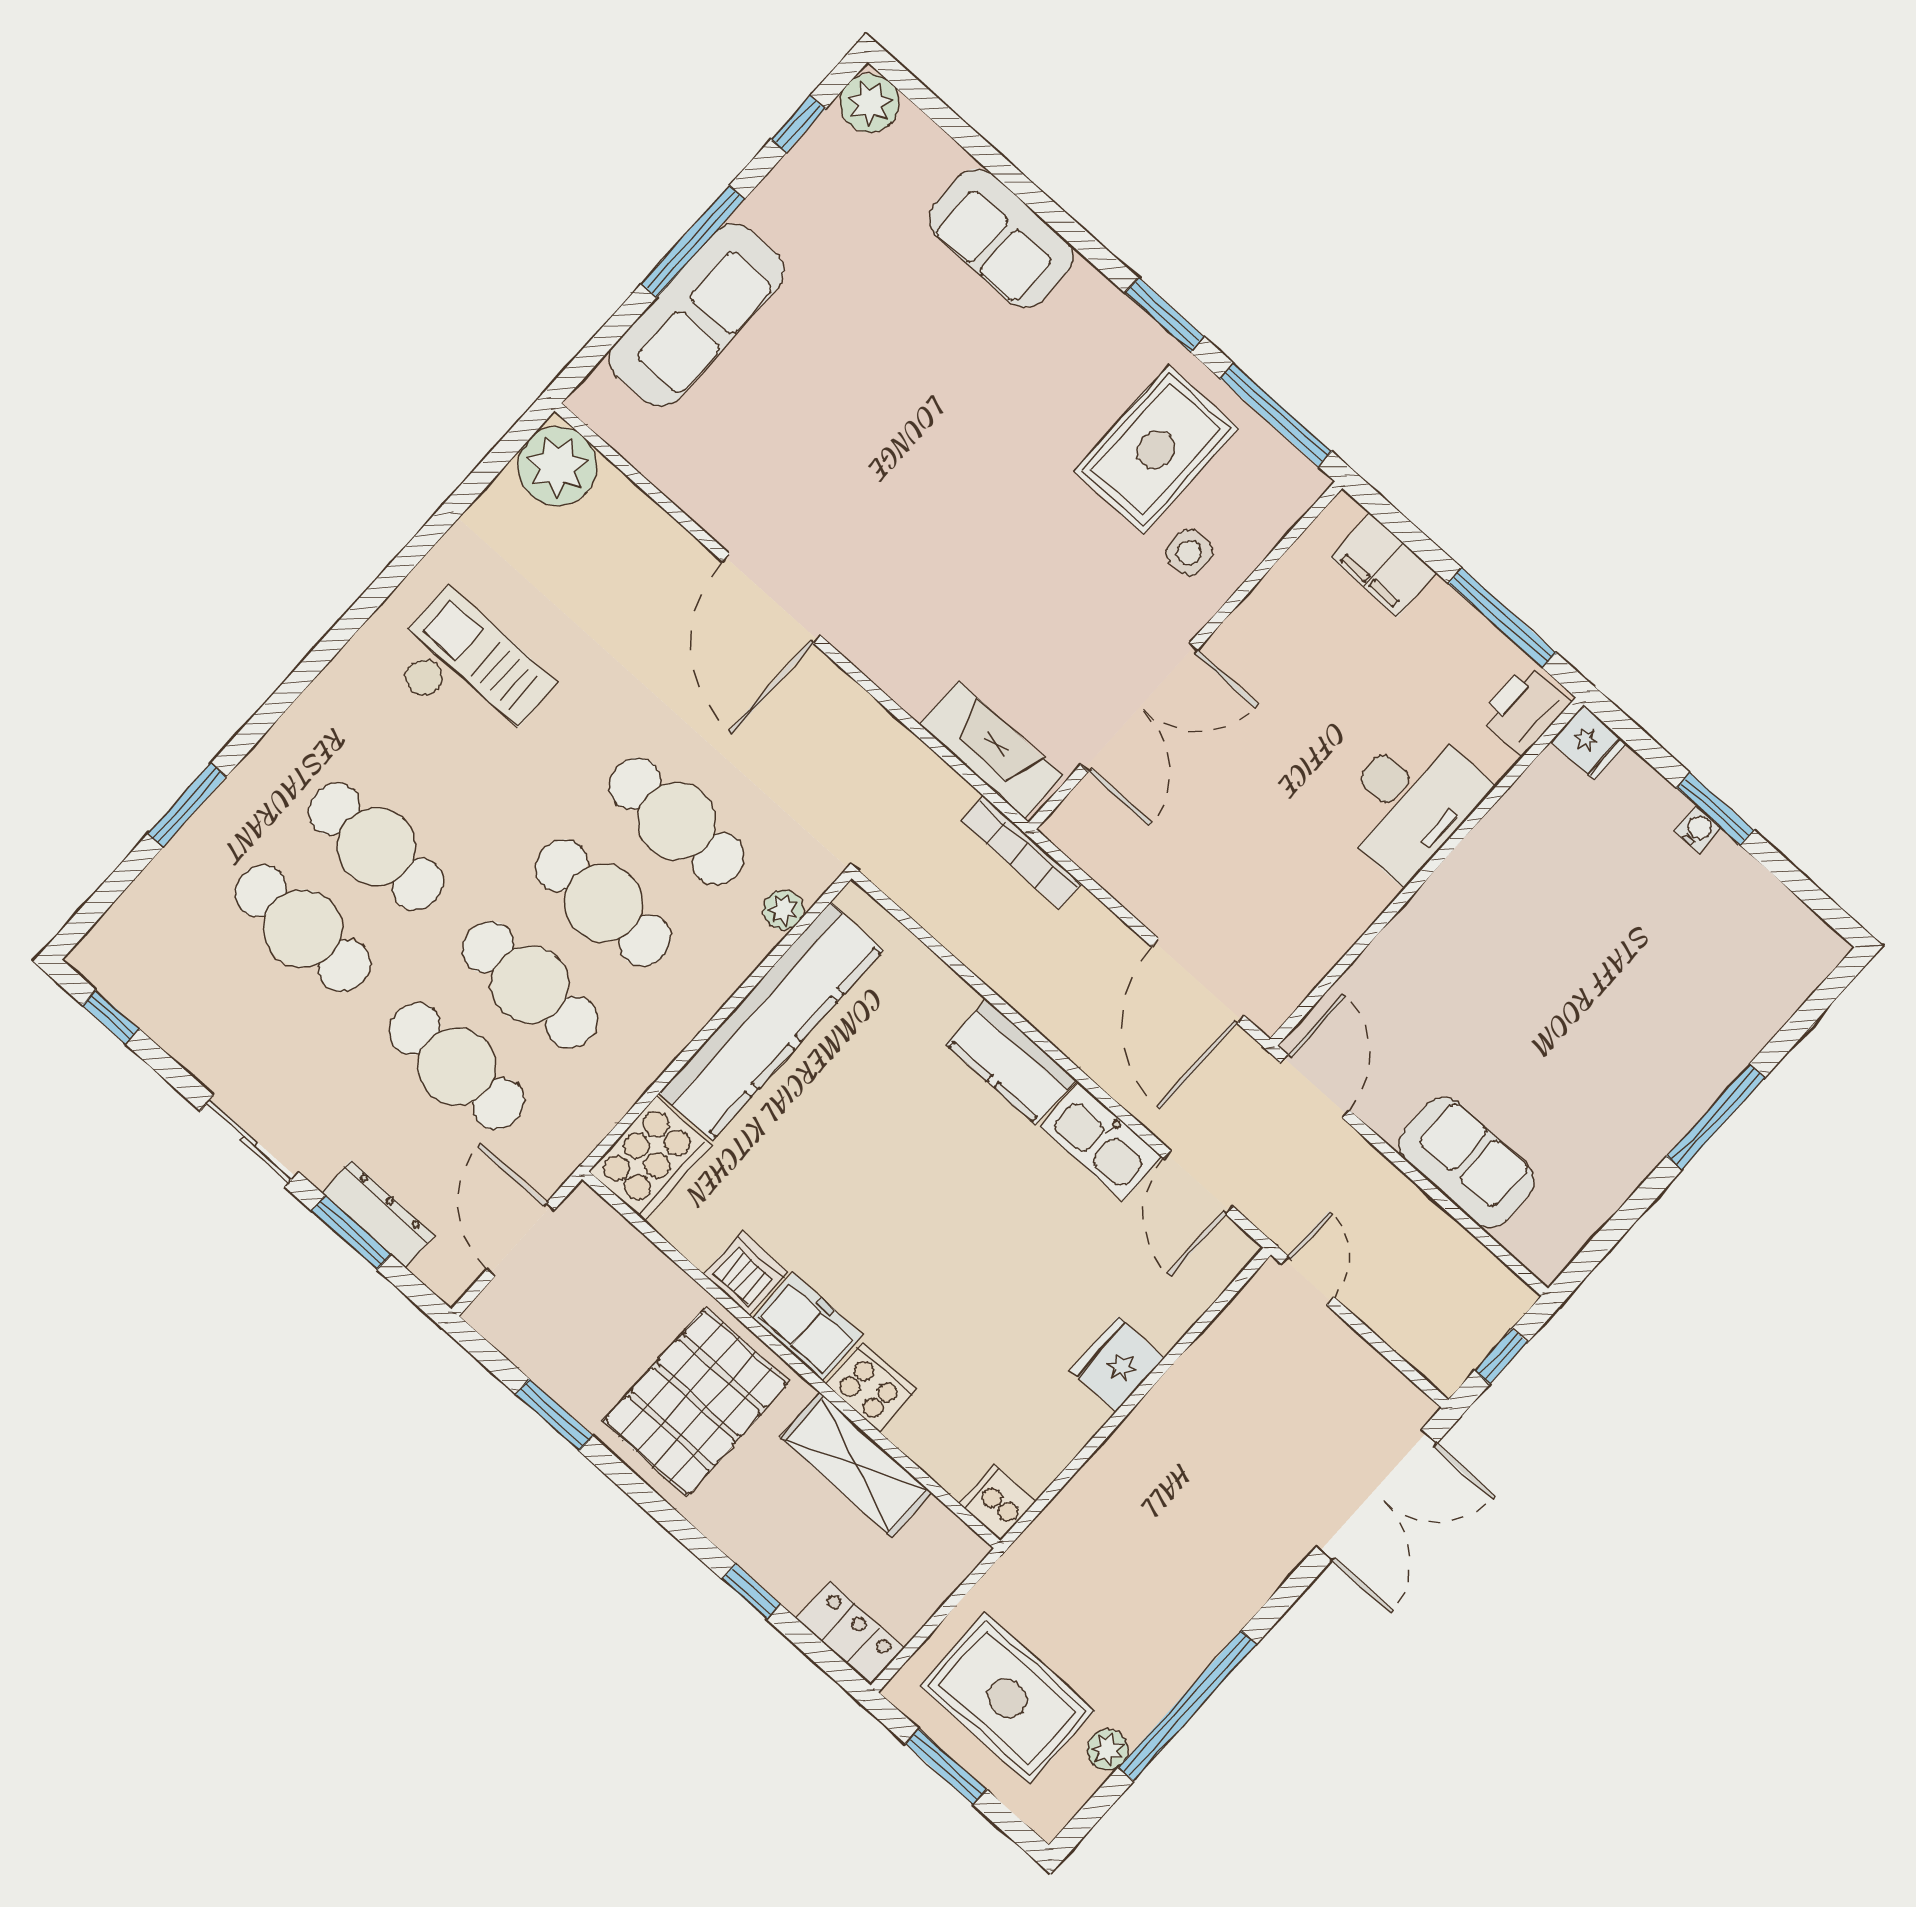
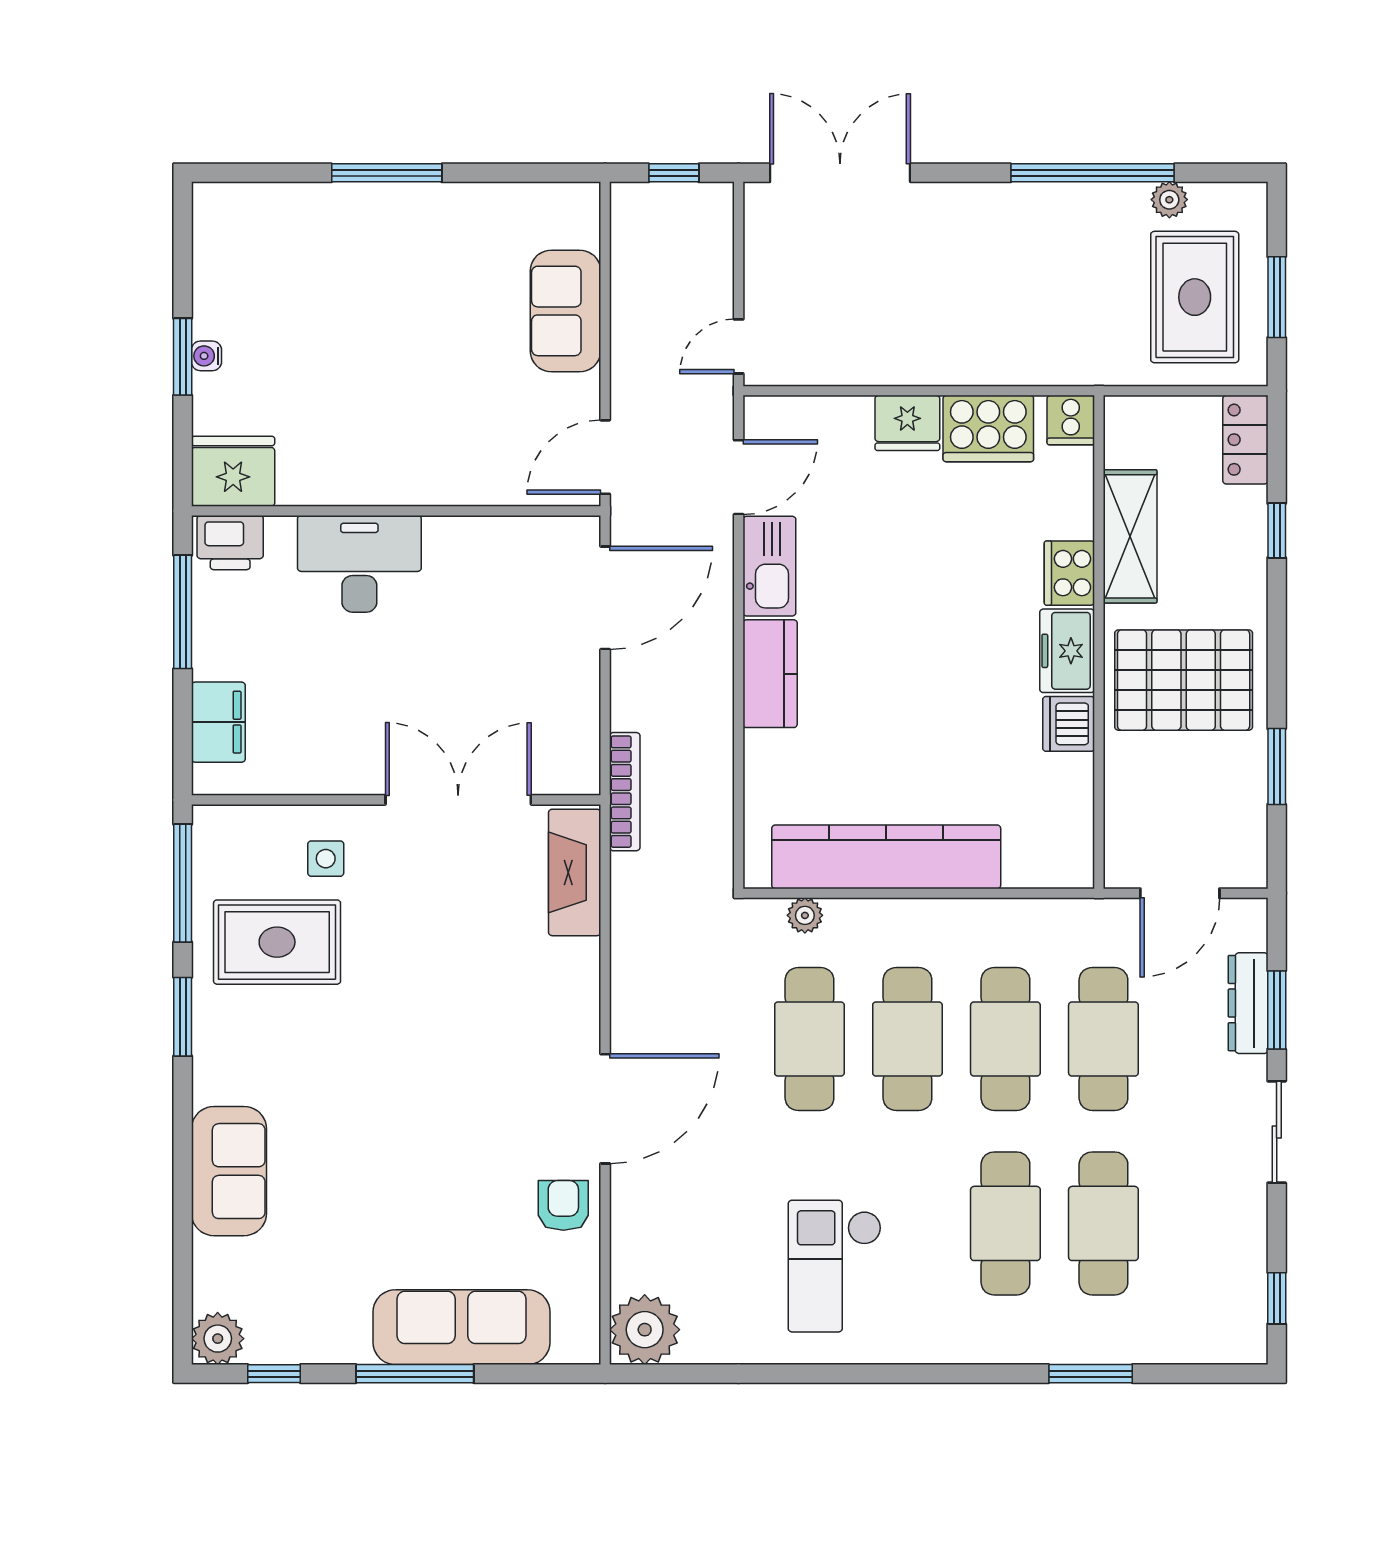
armchair: (722, 491) -> (563, 1205), added
fridge: (1589, 742) -> (233, 471), width x1.88, depth x1.34
cooker: (650, 1159) -> (988, 428), moved, turned 180

